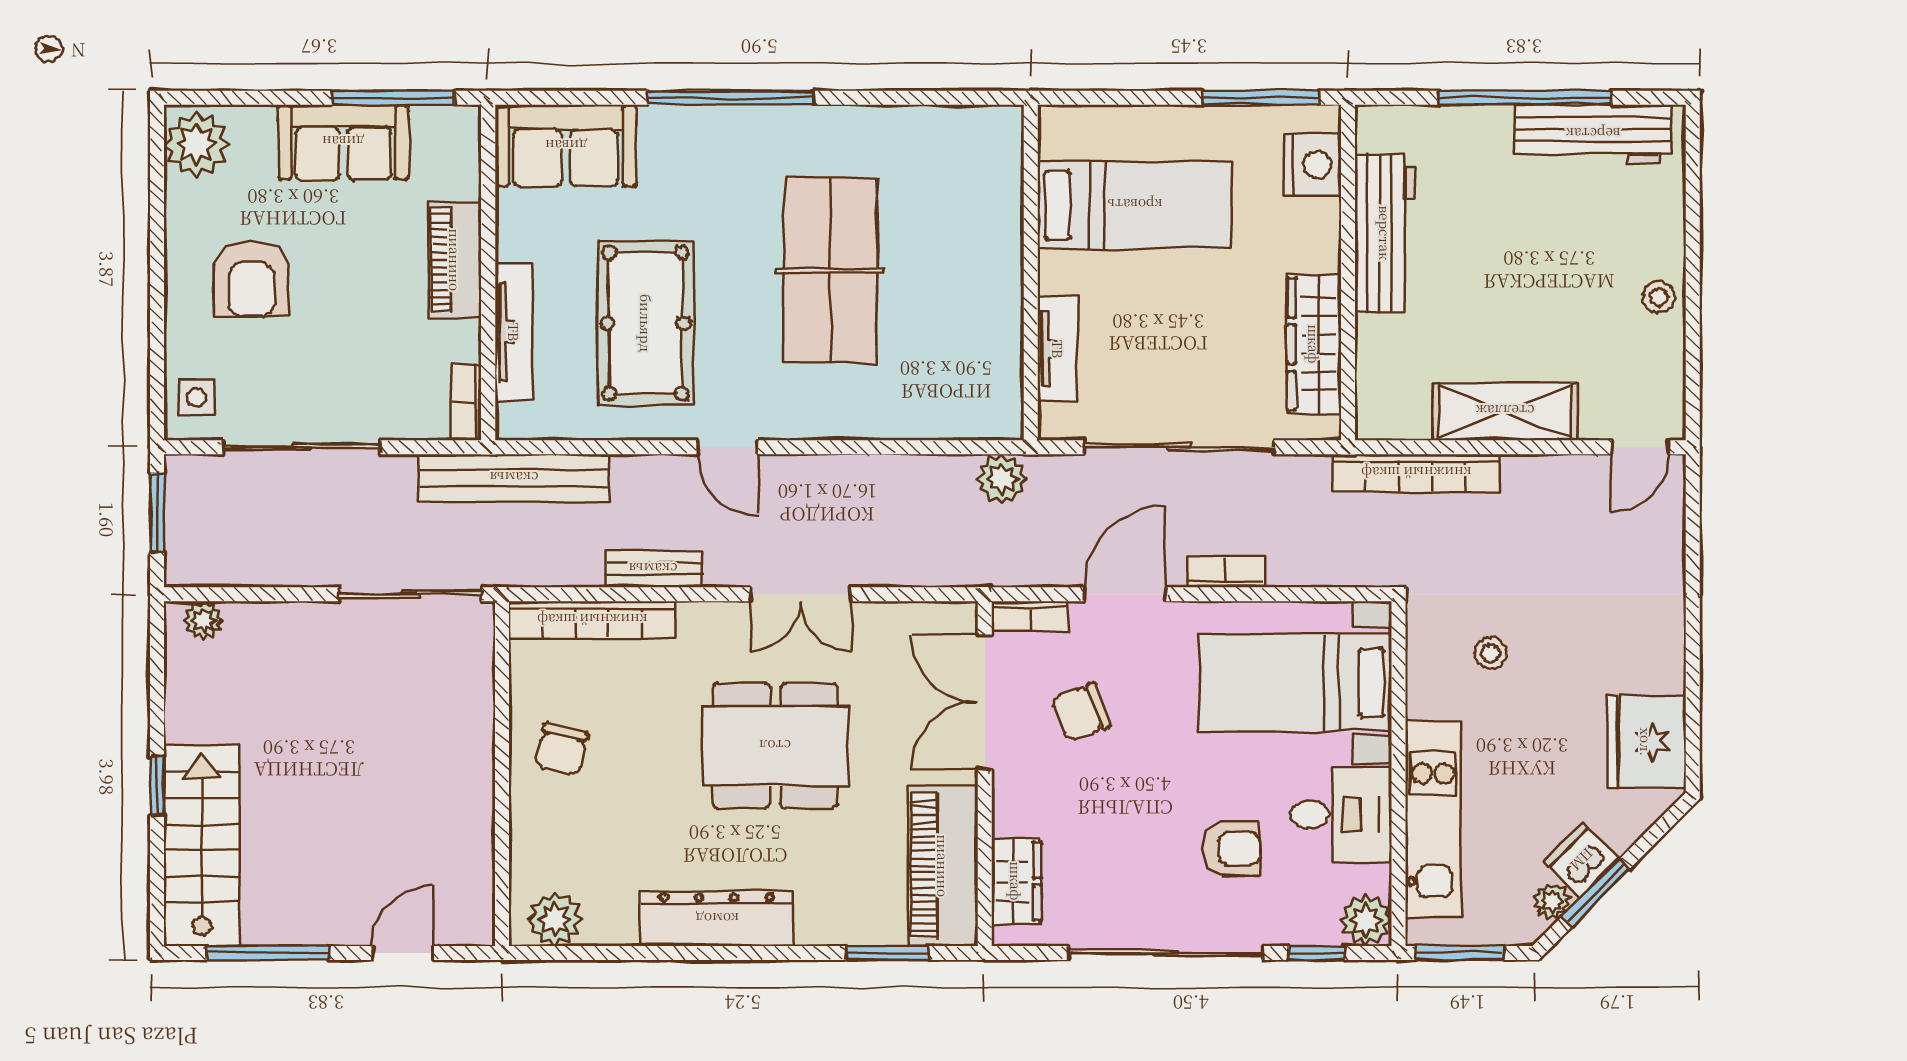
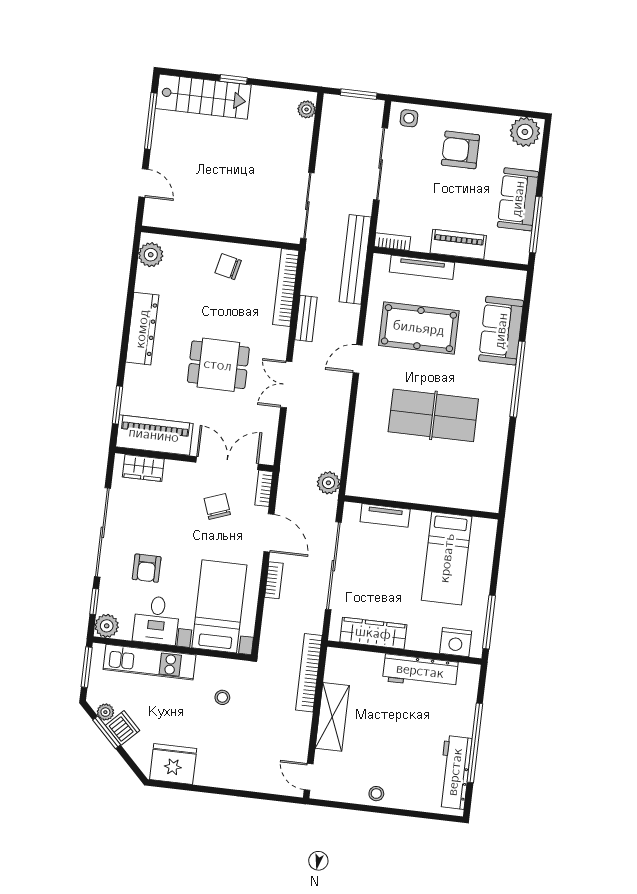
sofa: (566, 146) -> (501, 331), moved
dining table: (775, 746) -> (218, 365), width x0.73

